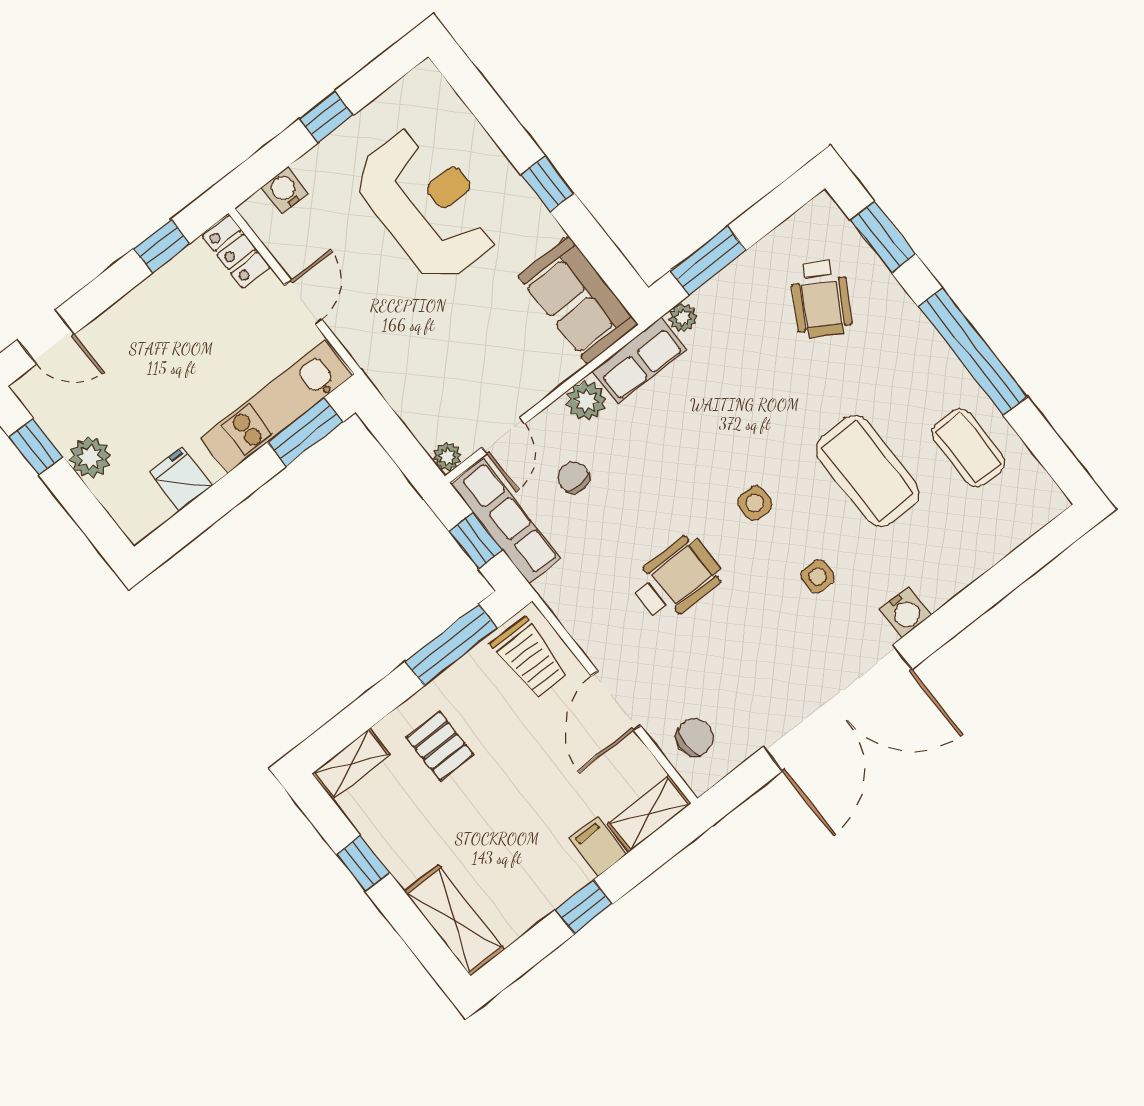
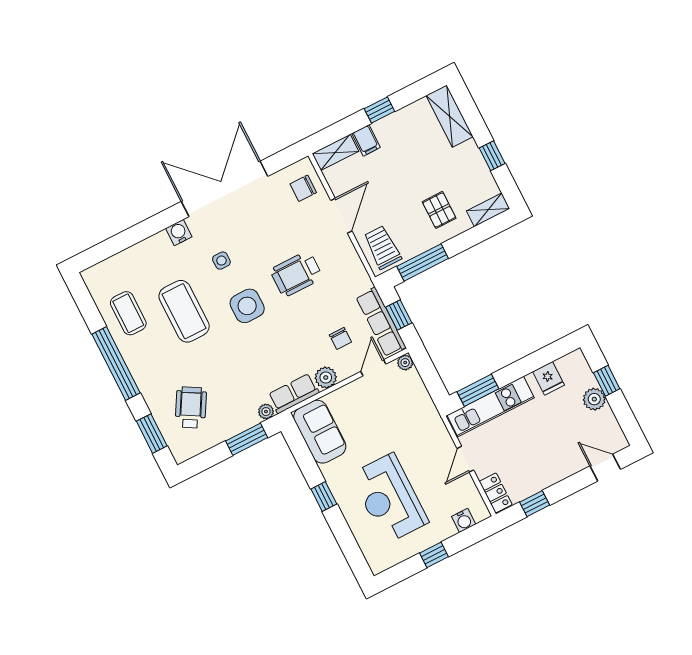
window: (36, 447) -> (607, 381), moved
side table: (755, 503) -> (247, 306), width x1.87, depth x1.87

